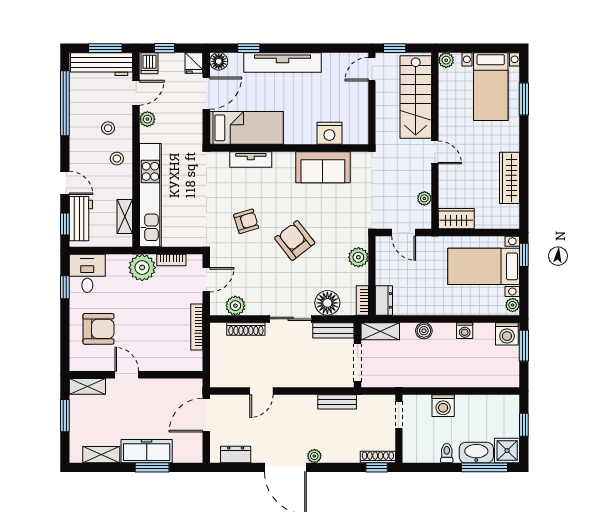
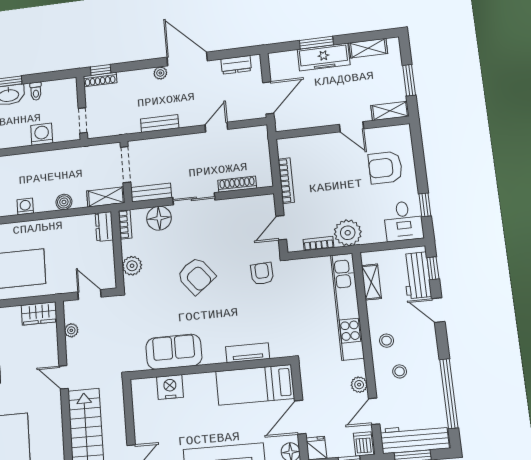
armchair: (246, 221) -> (262, 274), moved, turned 104
plant: (235, 306) -> (250, 206), removed
bench: (337, 402) -> (160, 123), moved

